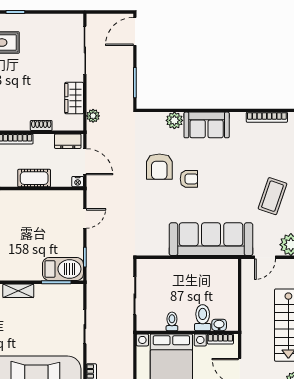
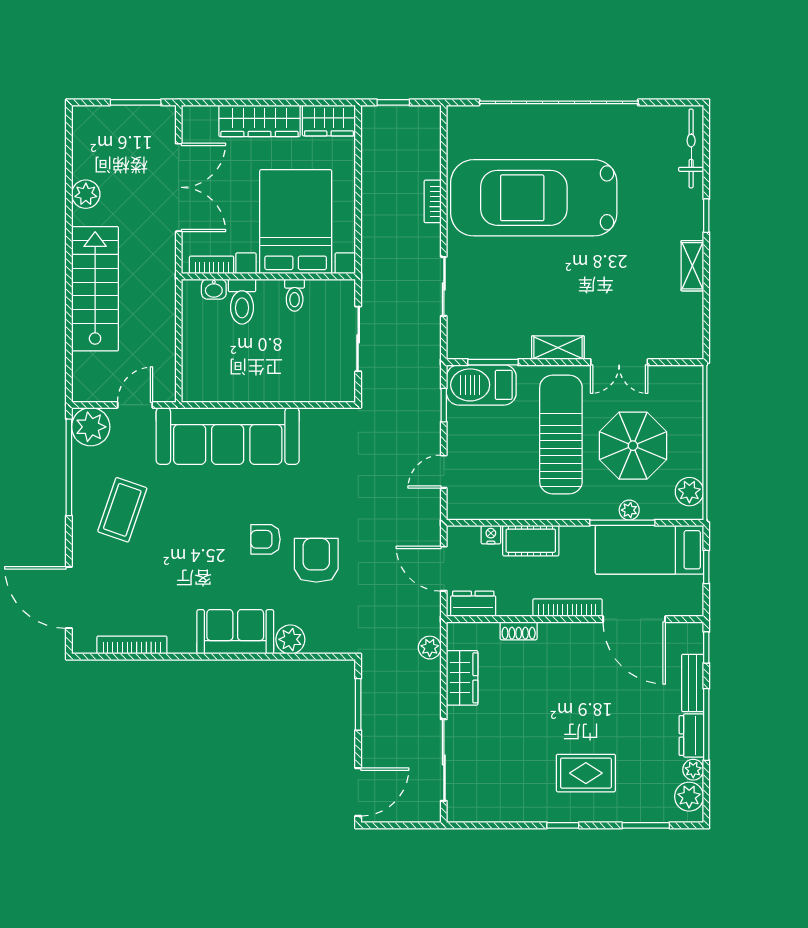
nightstand: (78, 182) -> (491, 535), moved
sun lounger: (17, 240) -> (561, 435), added

